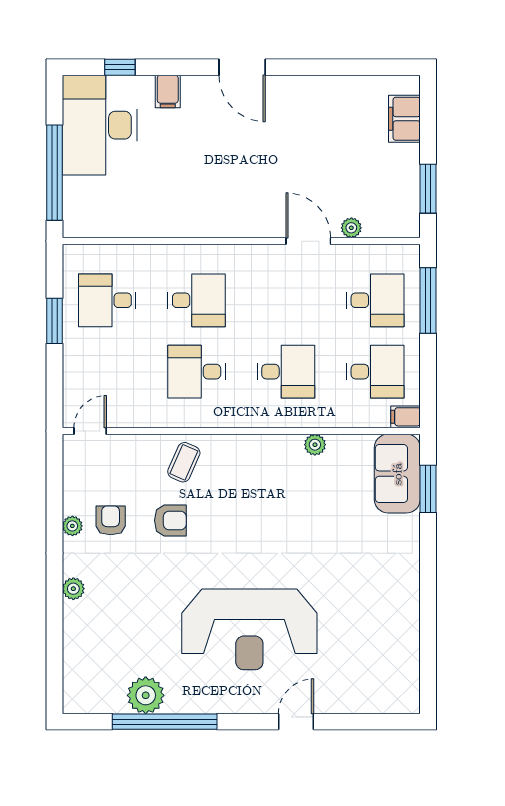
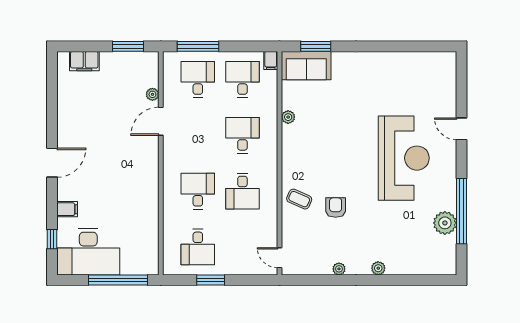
armchair: (111, 520) -> (336, 245), removed

